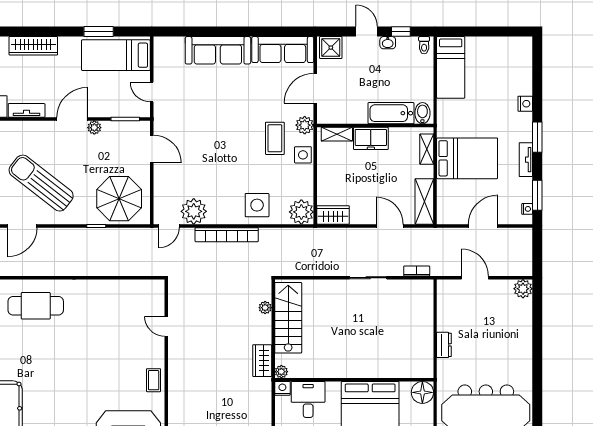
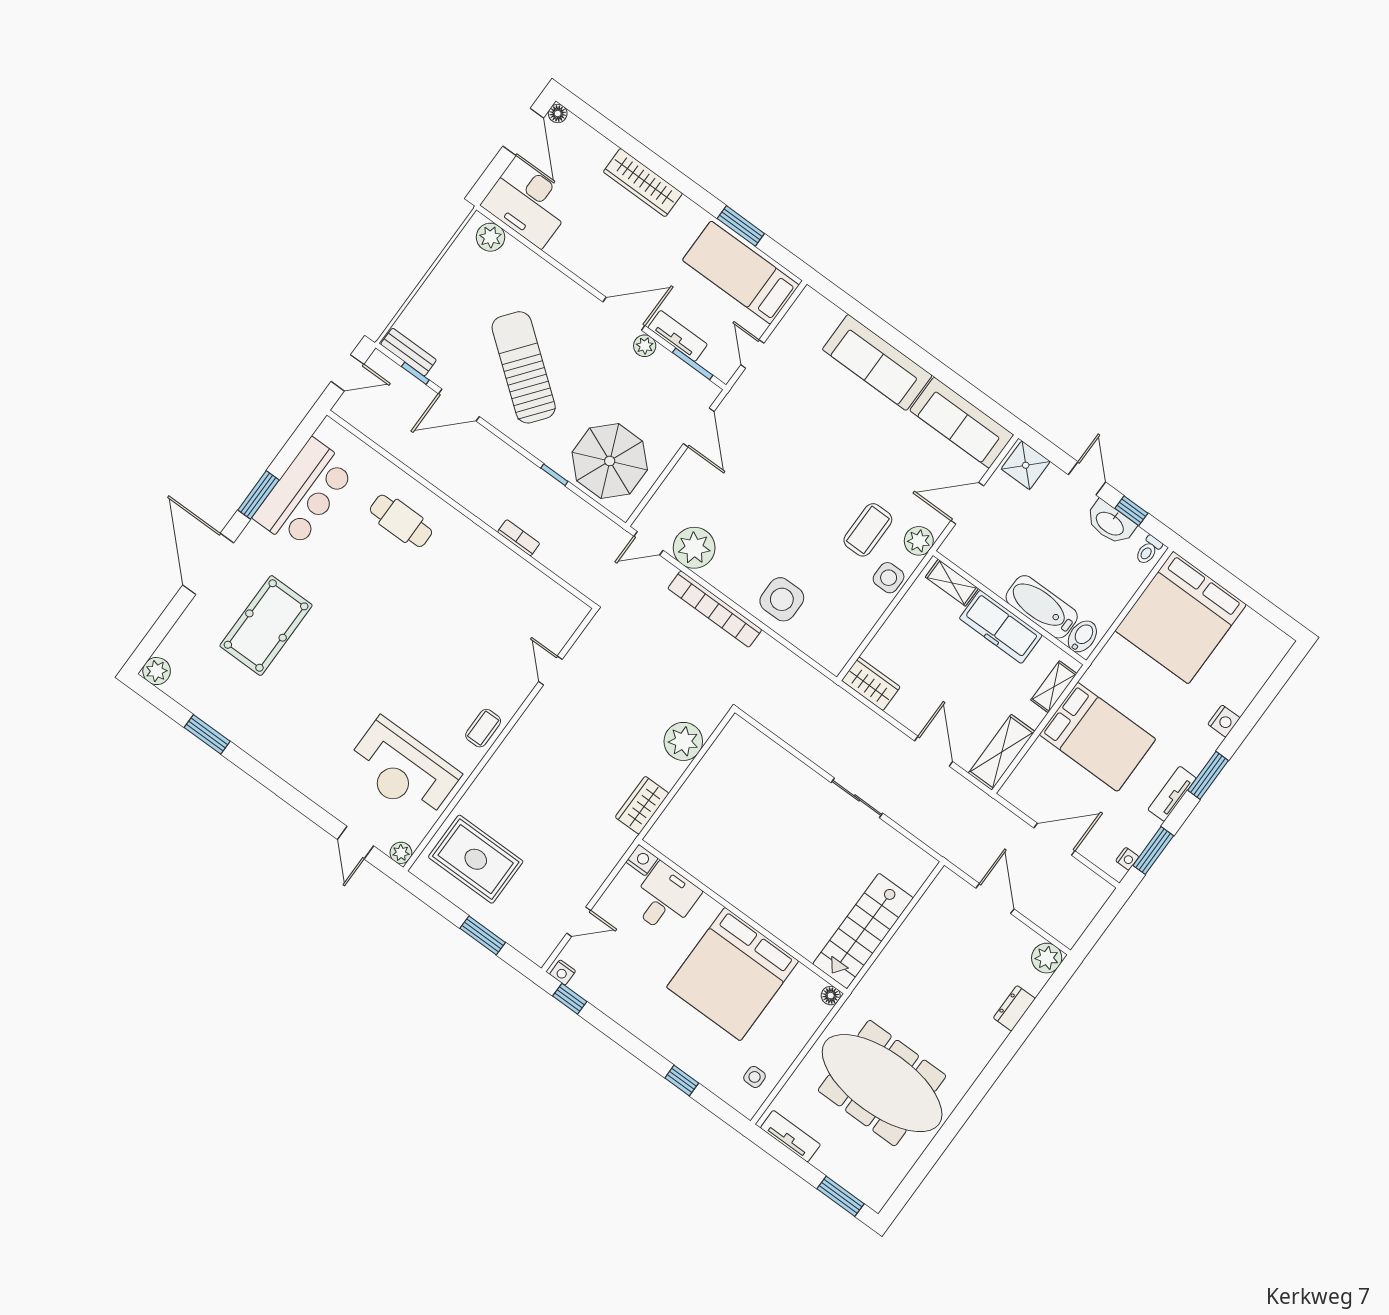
washbasin: (388, 43) -> (1110, 523), width x1.91, depth x1.45
bed: (451, 67) -> (1181, 618), width x2.04
tv unit: (27, 110) -> (678, 336), moved
freezer: (371, 138) -> (1001, 627), width x1.40
plant: (301, 212) -> (833, 650), removed
bookcase: (417, 271) -> (519, 538), moved
cafe table: (36, 306) -> (401, 521), width x0.73, depth x0.74
plant: (265, 308) -> (683, 741), width x1.88, depth x1.88
stairs: (288, 318) -> (863, 931), moved, turned 180
dresser: (444, 345) -> (1014, 1008), moved, turned 180
plant: (281, 372) -> (656, 837), removed
floor lamp: (422, 392) -> (831, 996), width x0.53, depth x0.53

